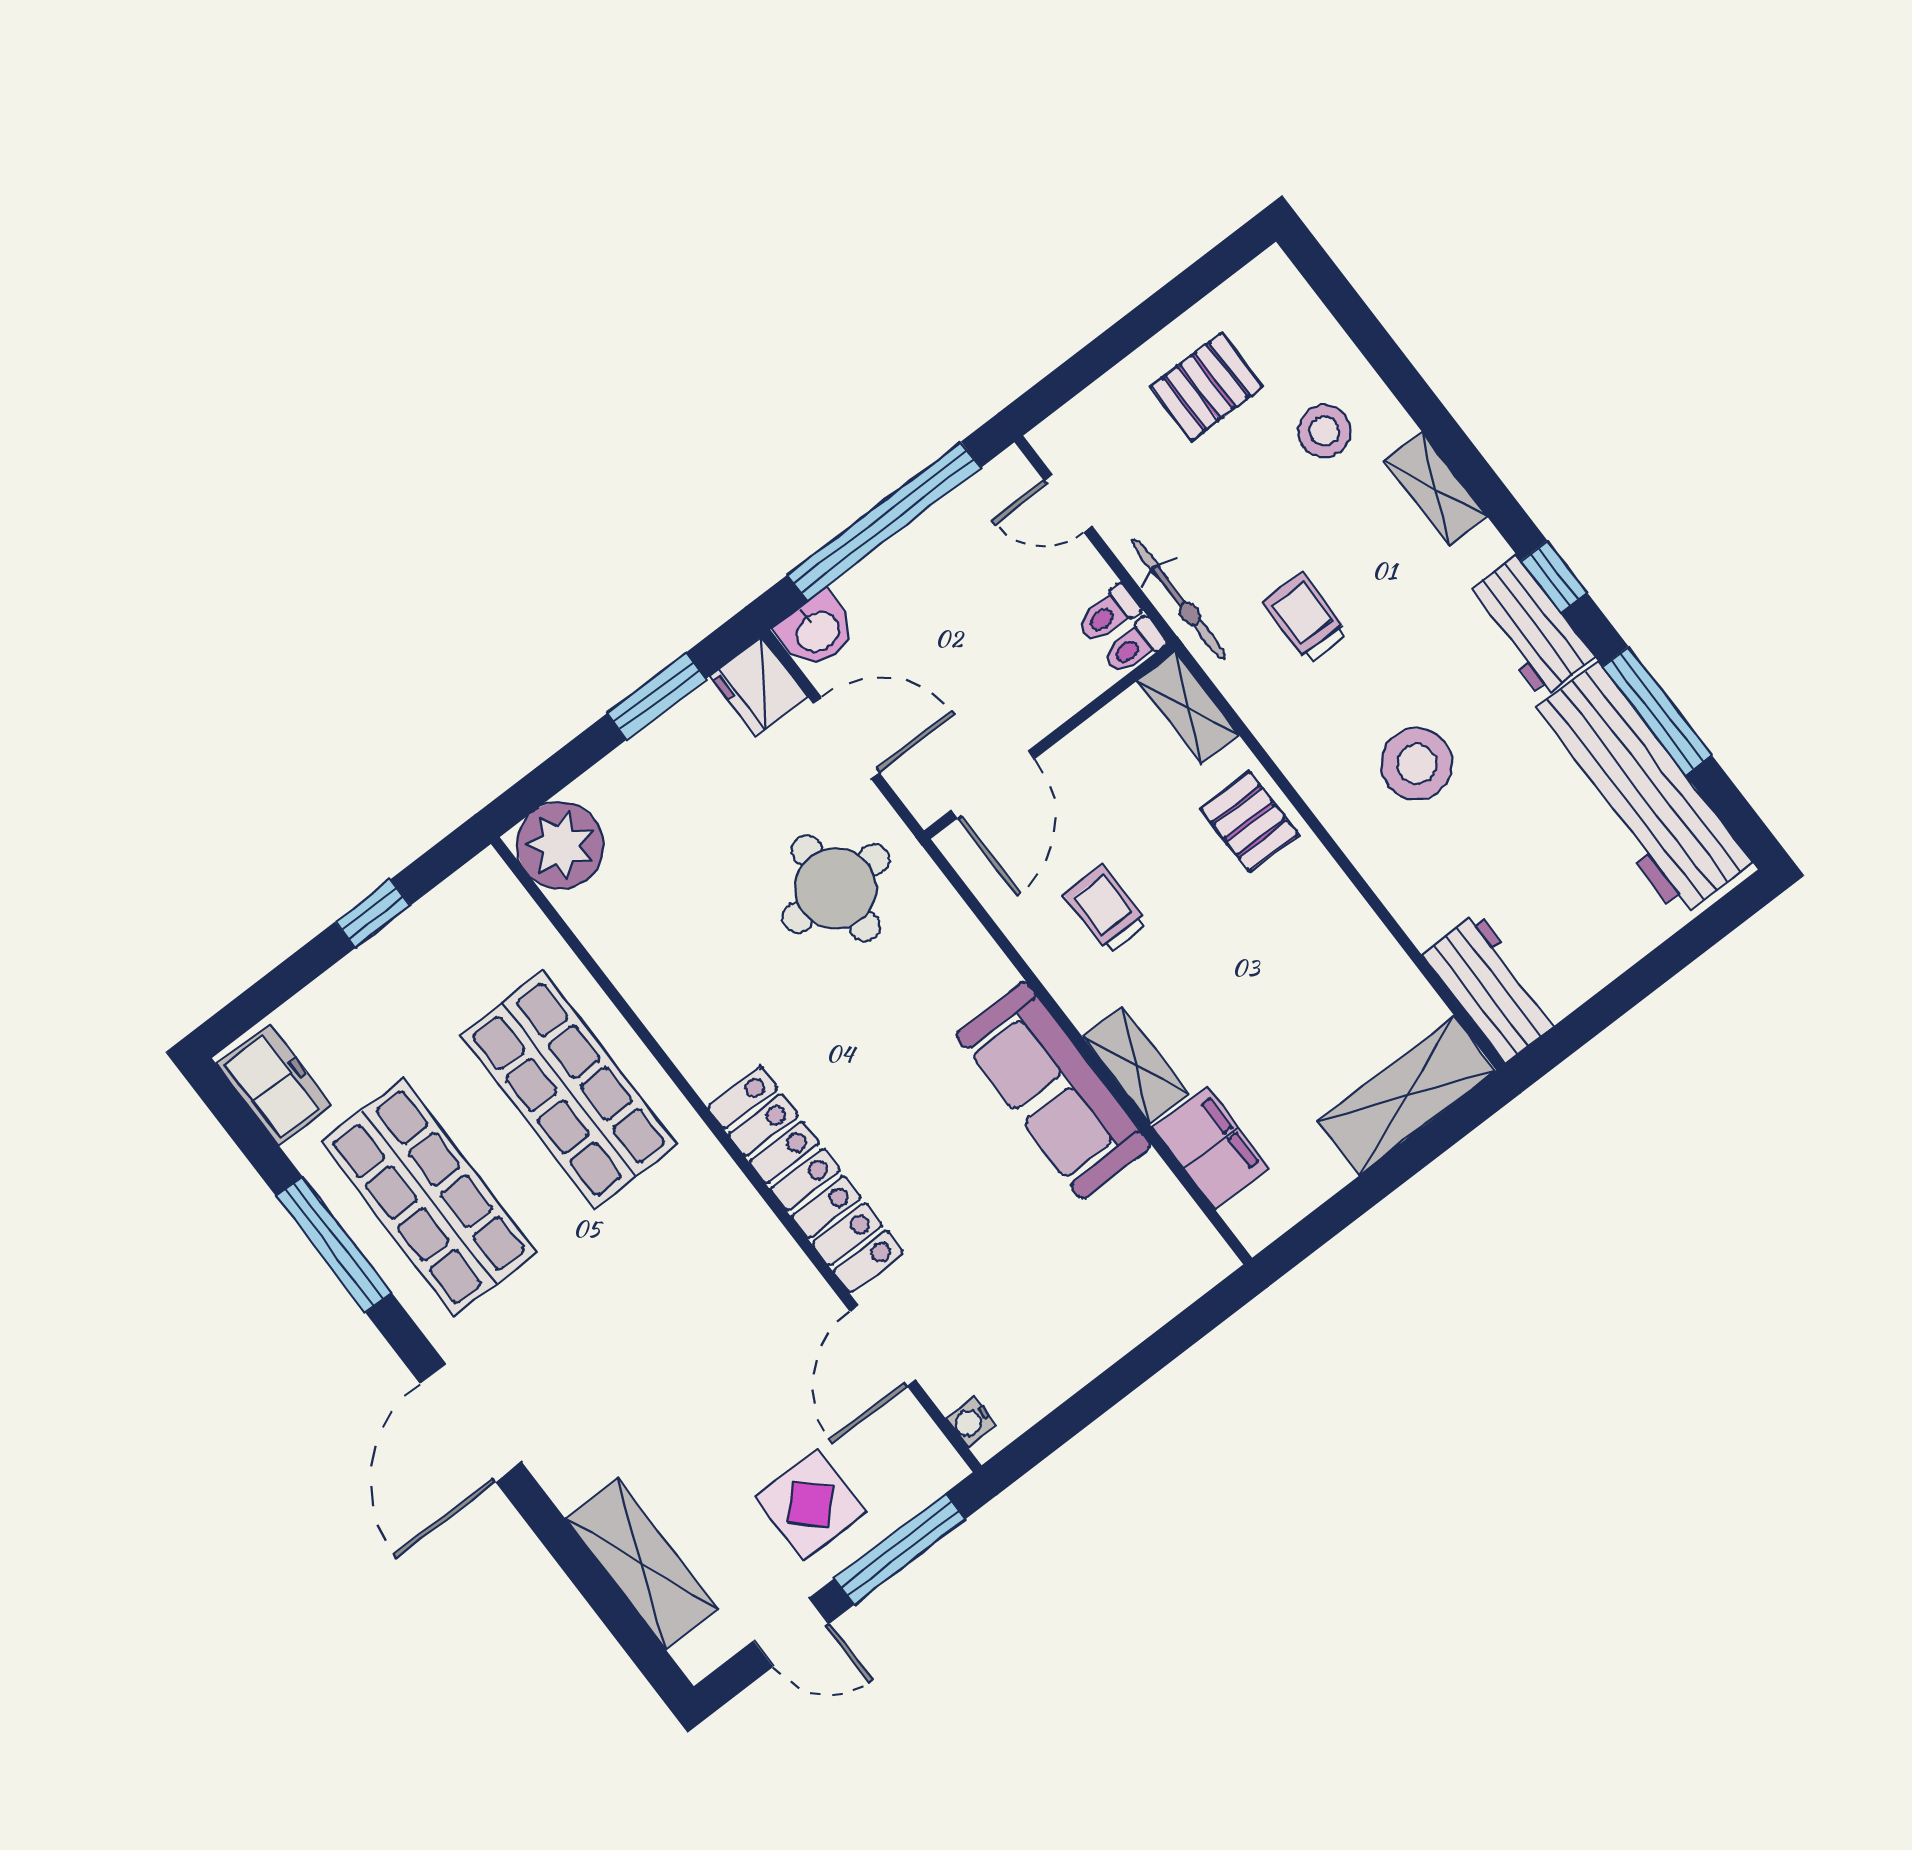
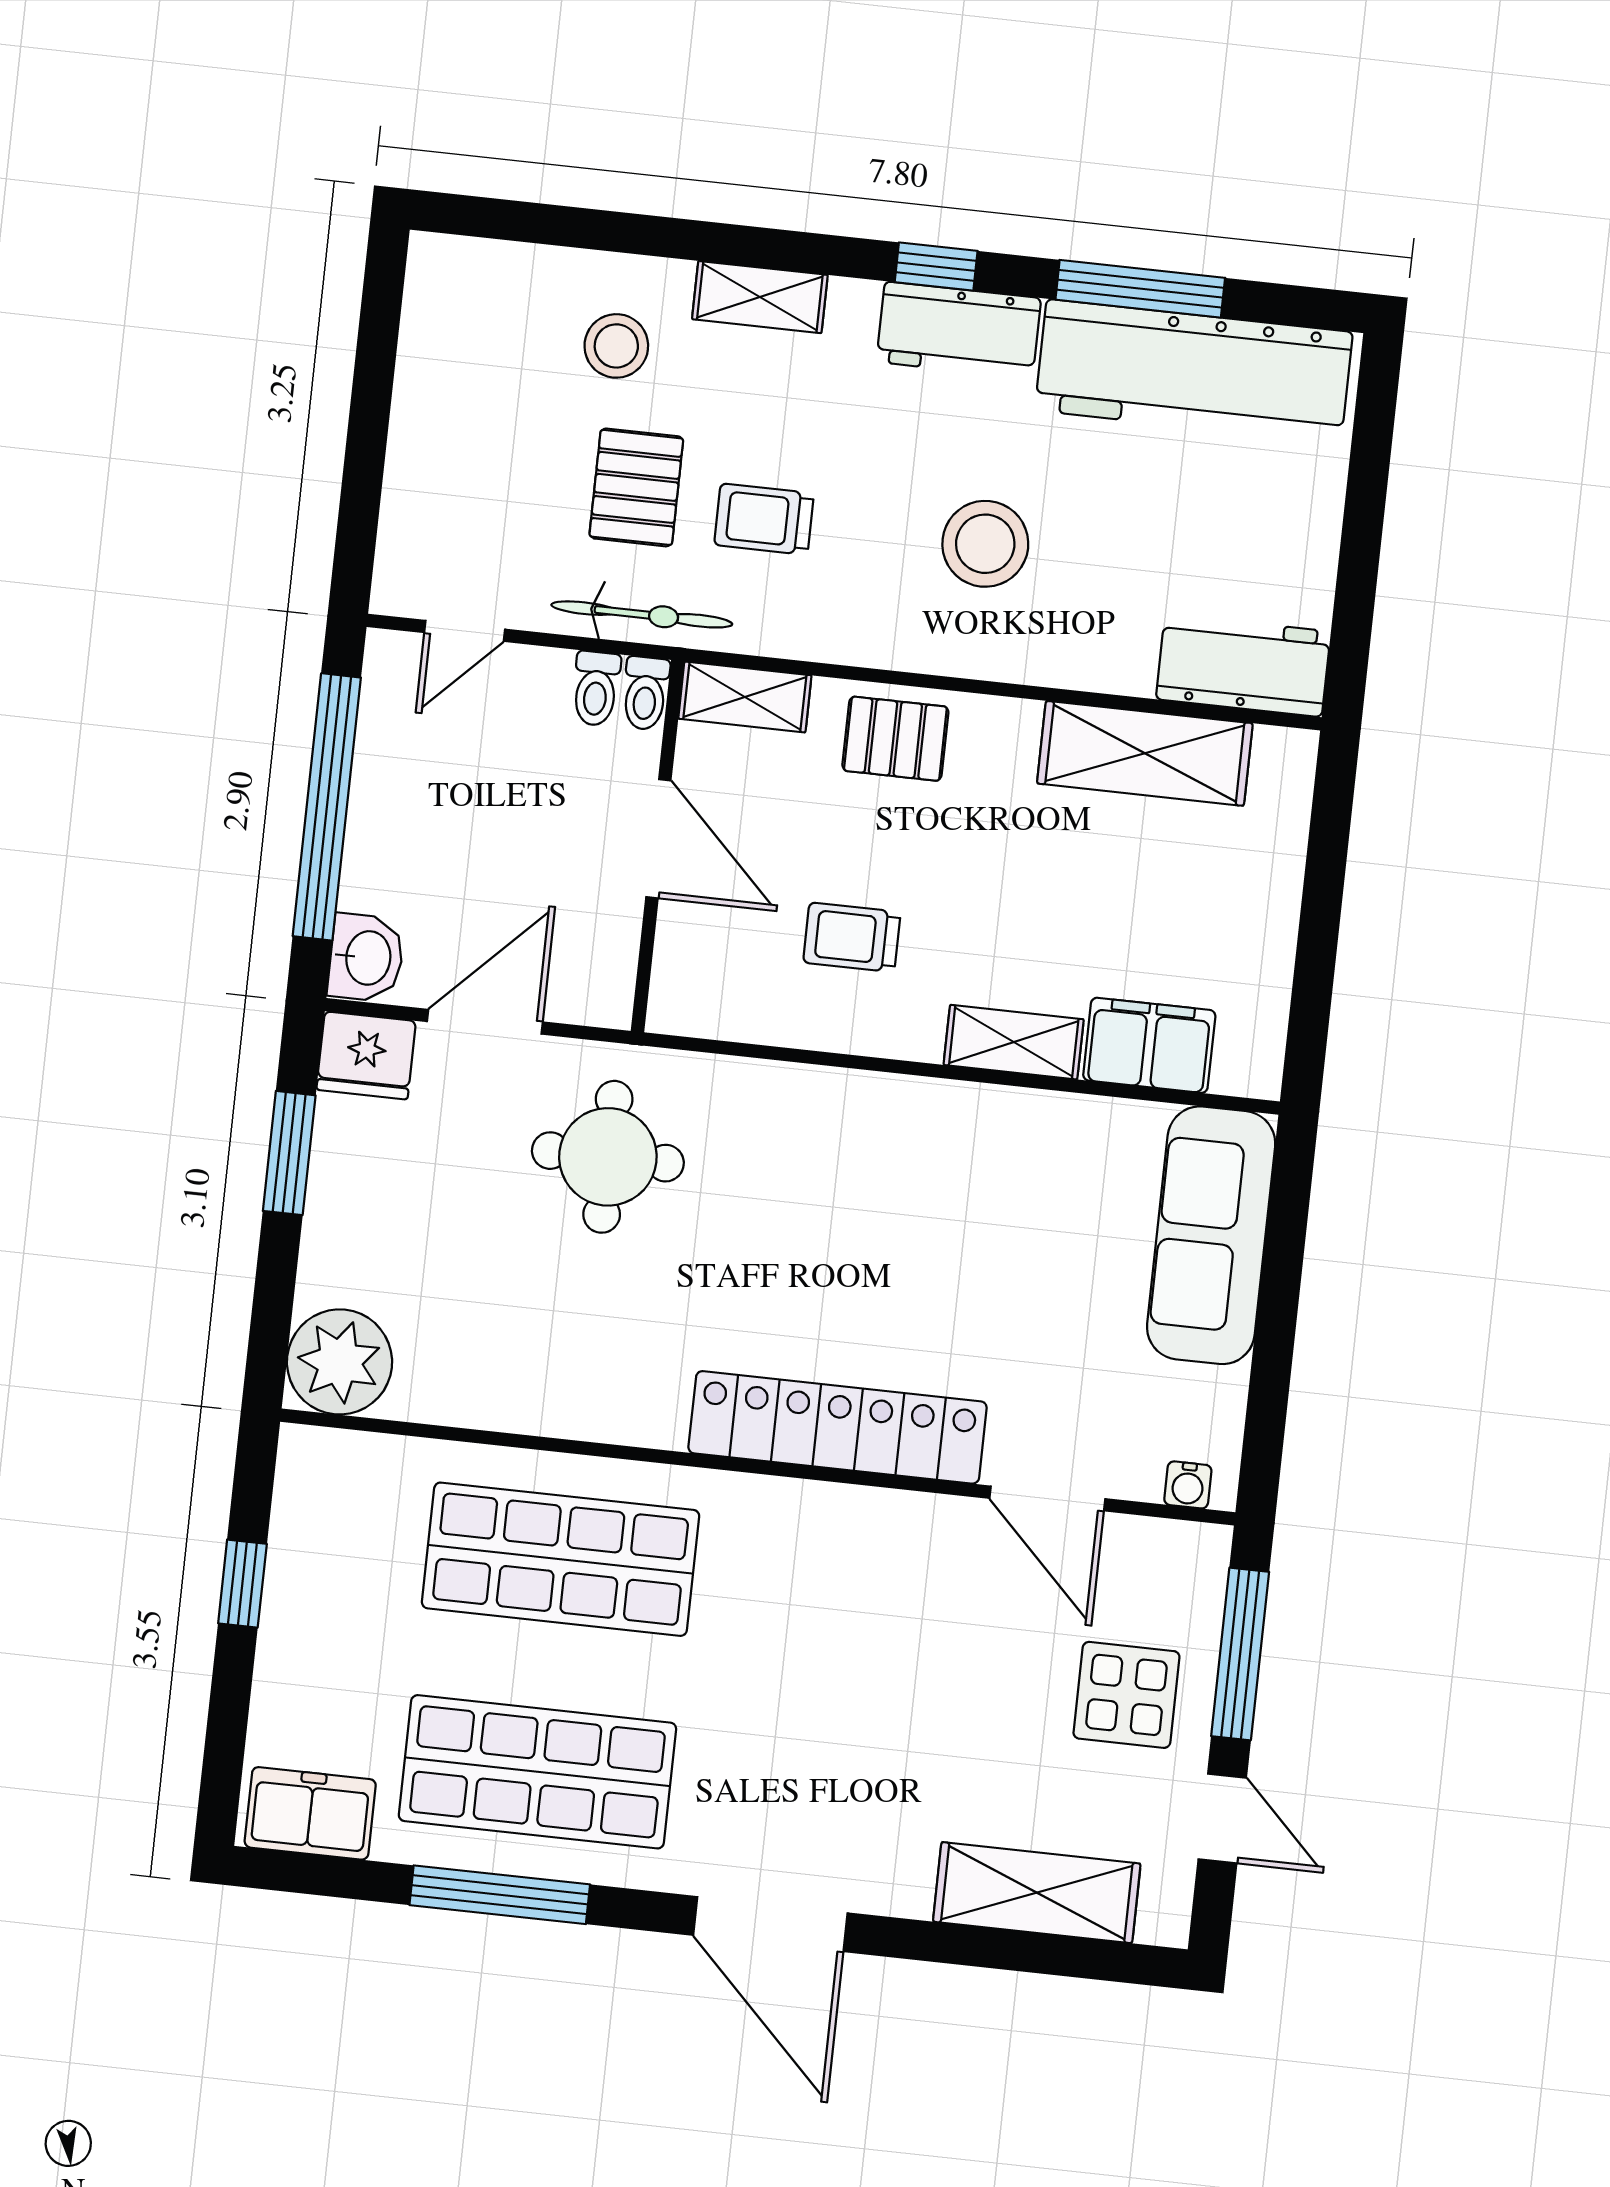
pallet: (1206, 387) -> (636, 487), moved
door: (993, 784) -> (658, 839), moved
sofa: (1053, 1090) -> (1211, 1235), moved, turned 90
shelving: (1406, 1096) -> (1145, 753), moved, turned 90
door: (791, 1632) -> (1222, 1819), hinge flipped

